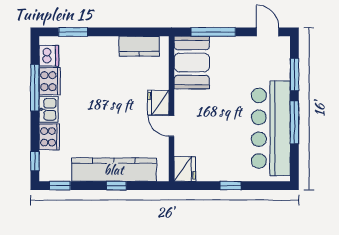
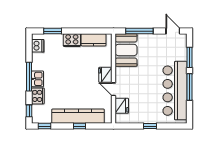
cooker: (50, 81) -> (72, 40), moved, turned 90
window: (35, 88) -> (29, 77), moved
fridge: (185, 169) -> (122, 106), moved

